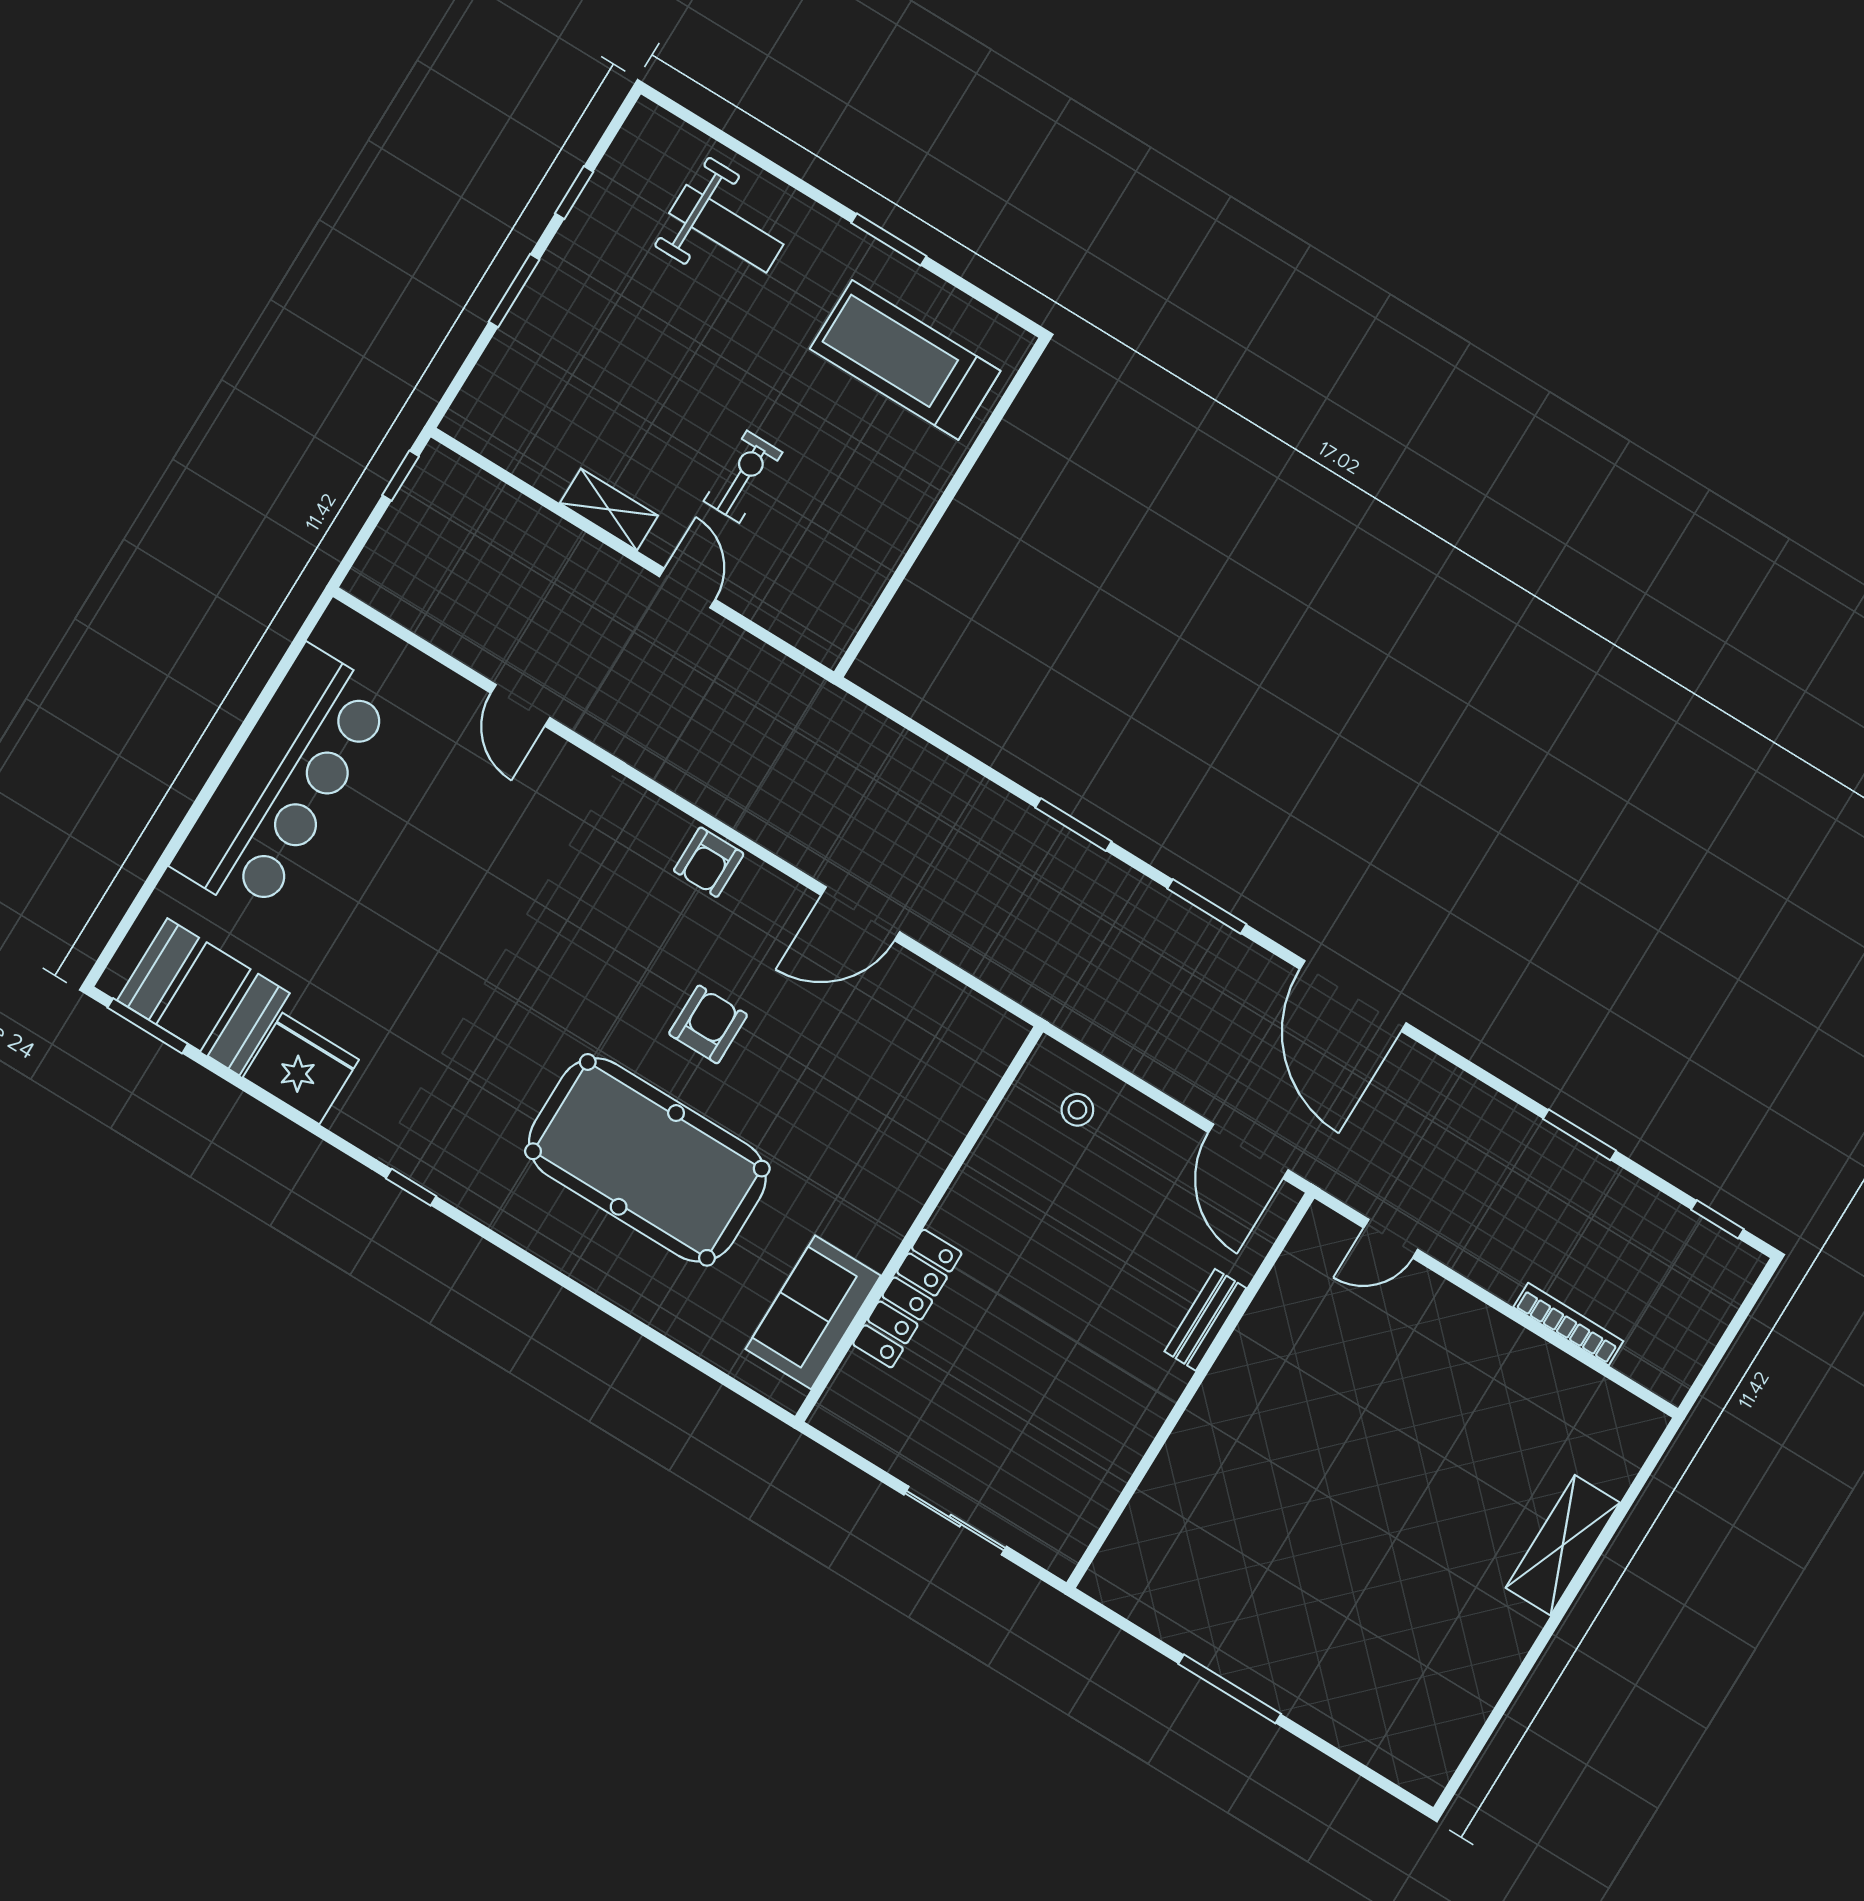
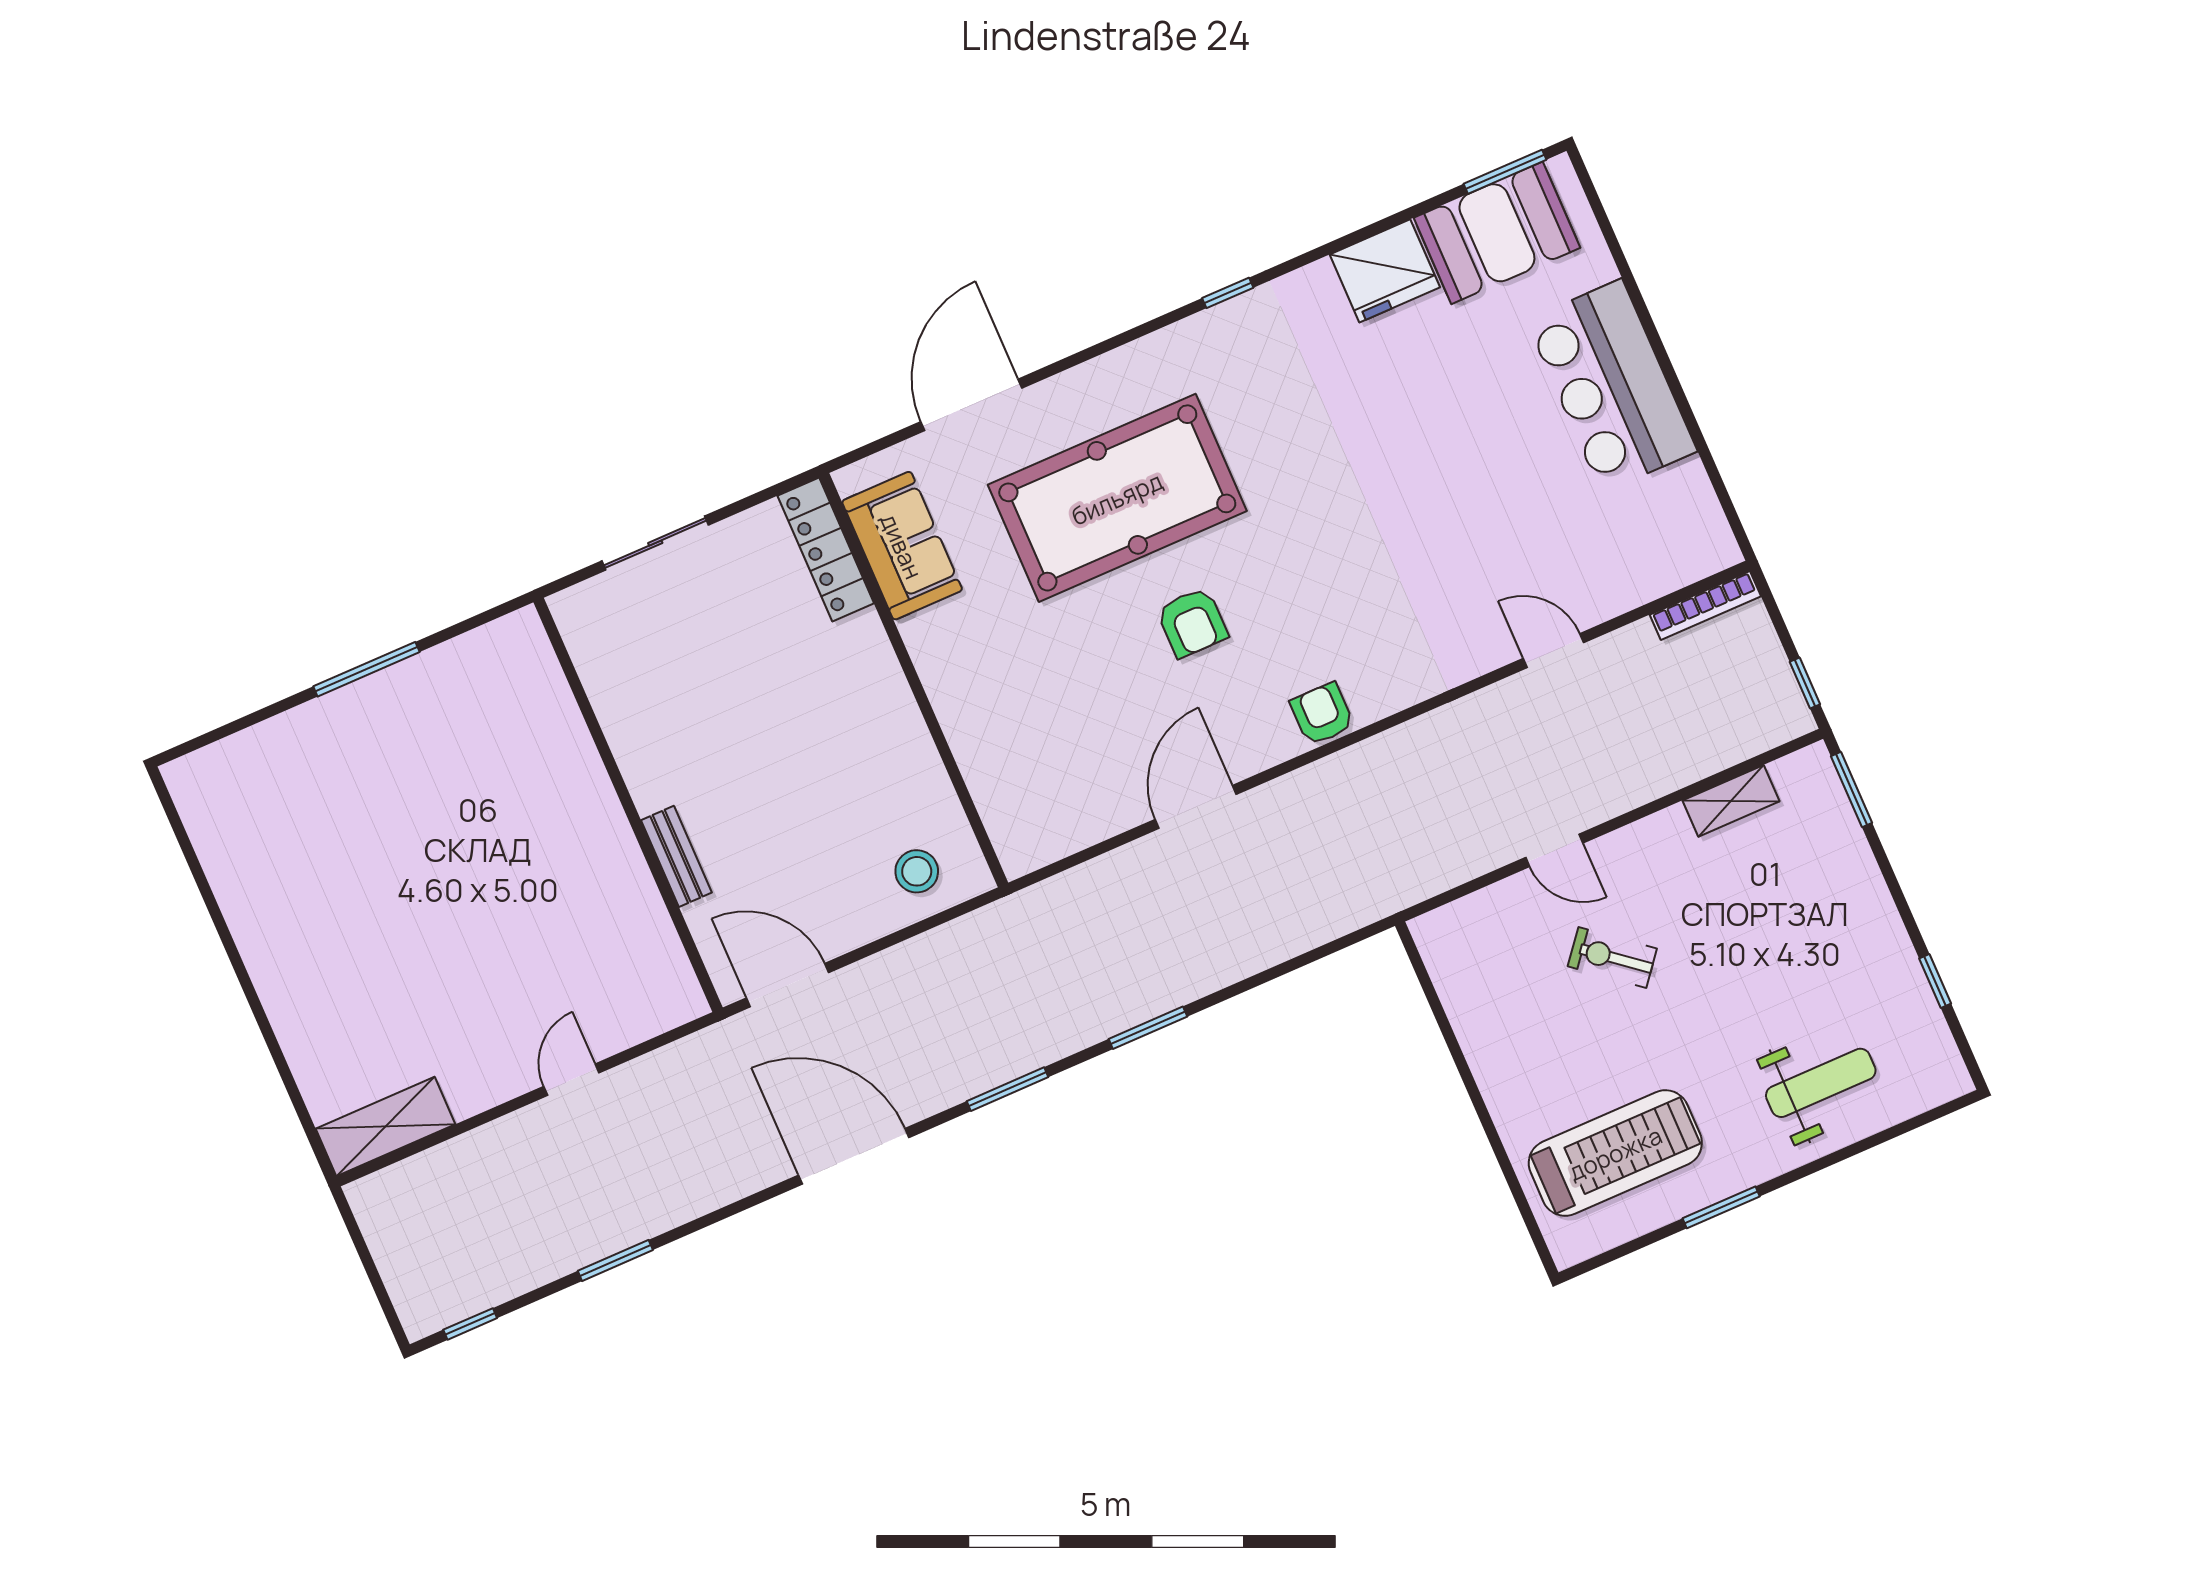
weight bench: (726, 229) -> (1821, 1083), turned 180
window: (514, 291) -> (1851, 790), moved
exercise bike: (743, 477) -> (1612, 957), turned 129
shelving: (609, 509) -> (1731, 801), moved
bar counter: (283, 781) -> (1612, 386), width x0.73
stool: (1077, 1110) -> (917, 871), width x1.37, depth x1.37
door: (1391, 1239) -> (571, 1080), moved
locker: (907, 1298) -> (826, 549), moved
bookcase: (1568, 1324) -> (1705, 606), moved
door: (655, 1337) -> (971, 405), added
shelving: (1563, 1545) -> (385, 1127), moved, turned 90

